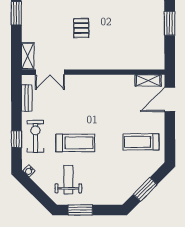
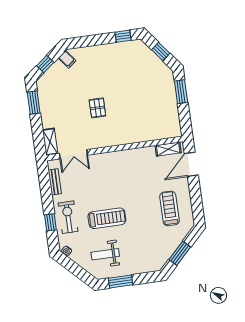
treadmill: (141, 142) -> (169, 208), turned 90
weight bench: (68, 180) -> (105, 254), turned -90

